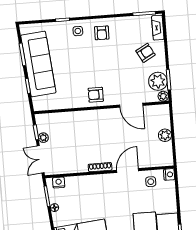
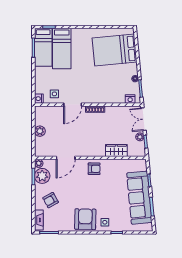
armchair: (102, 33) -> (85, 219), width x1.88, depth x1.88
door: (131, 105) -> (66, 158), swing flipped
wardrobe: (70, 119) -> (116, 151), added
double door: (41, 159) -> (143, 119), swing flipped

